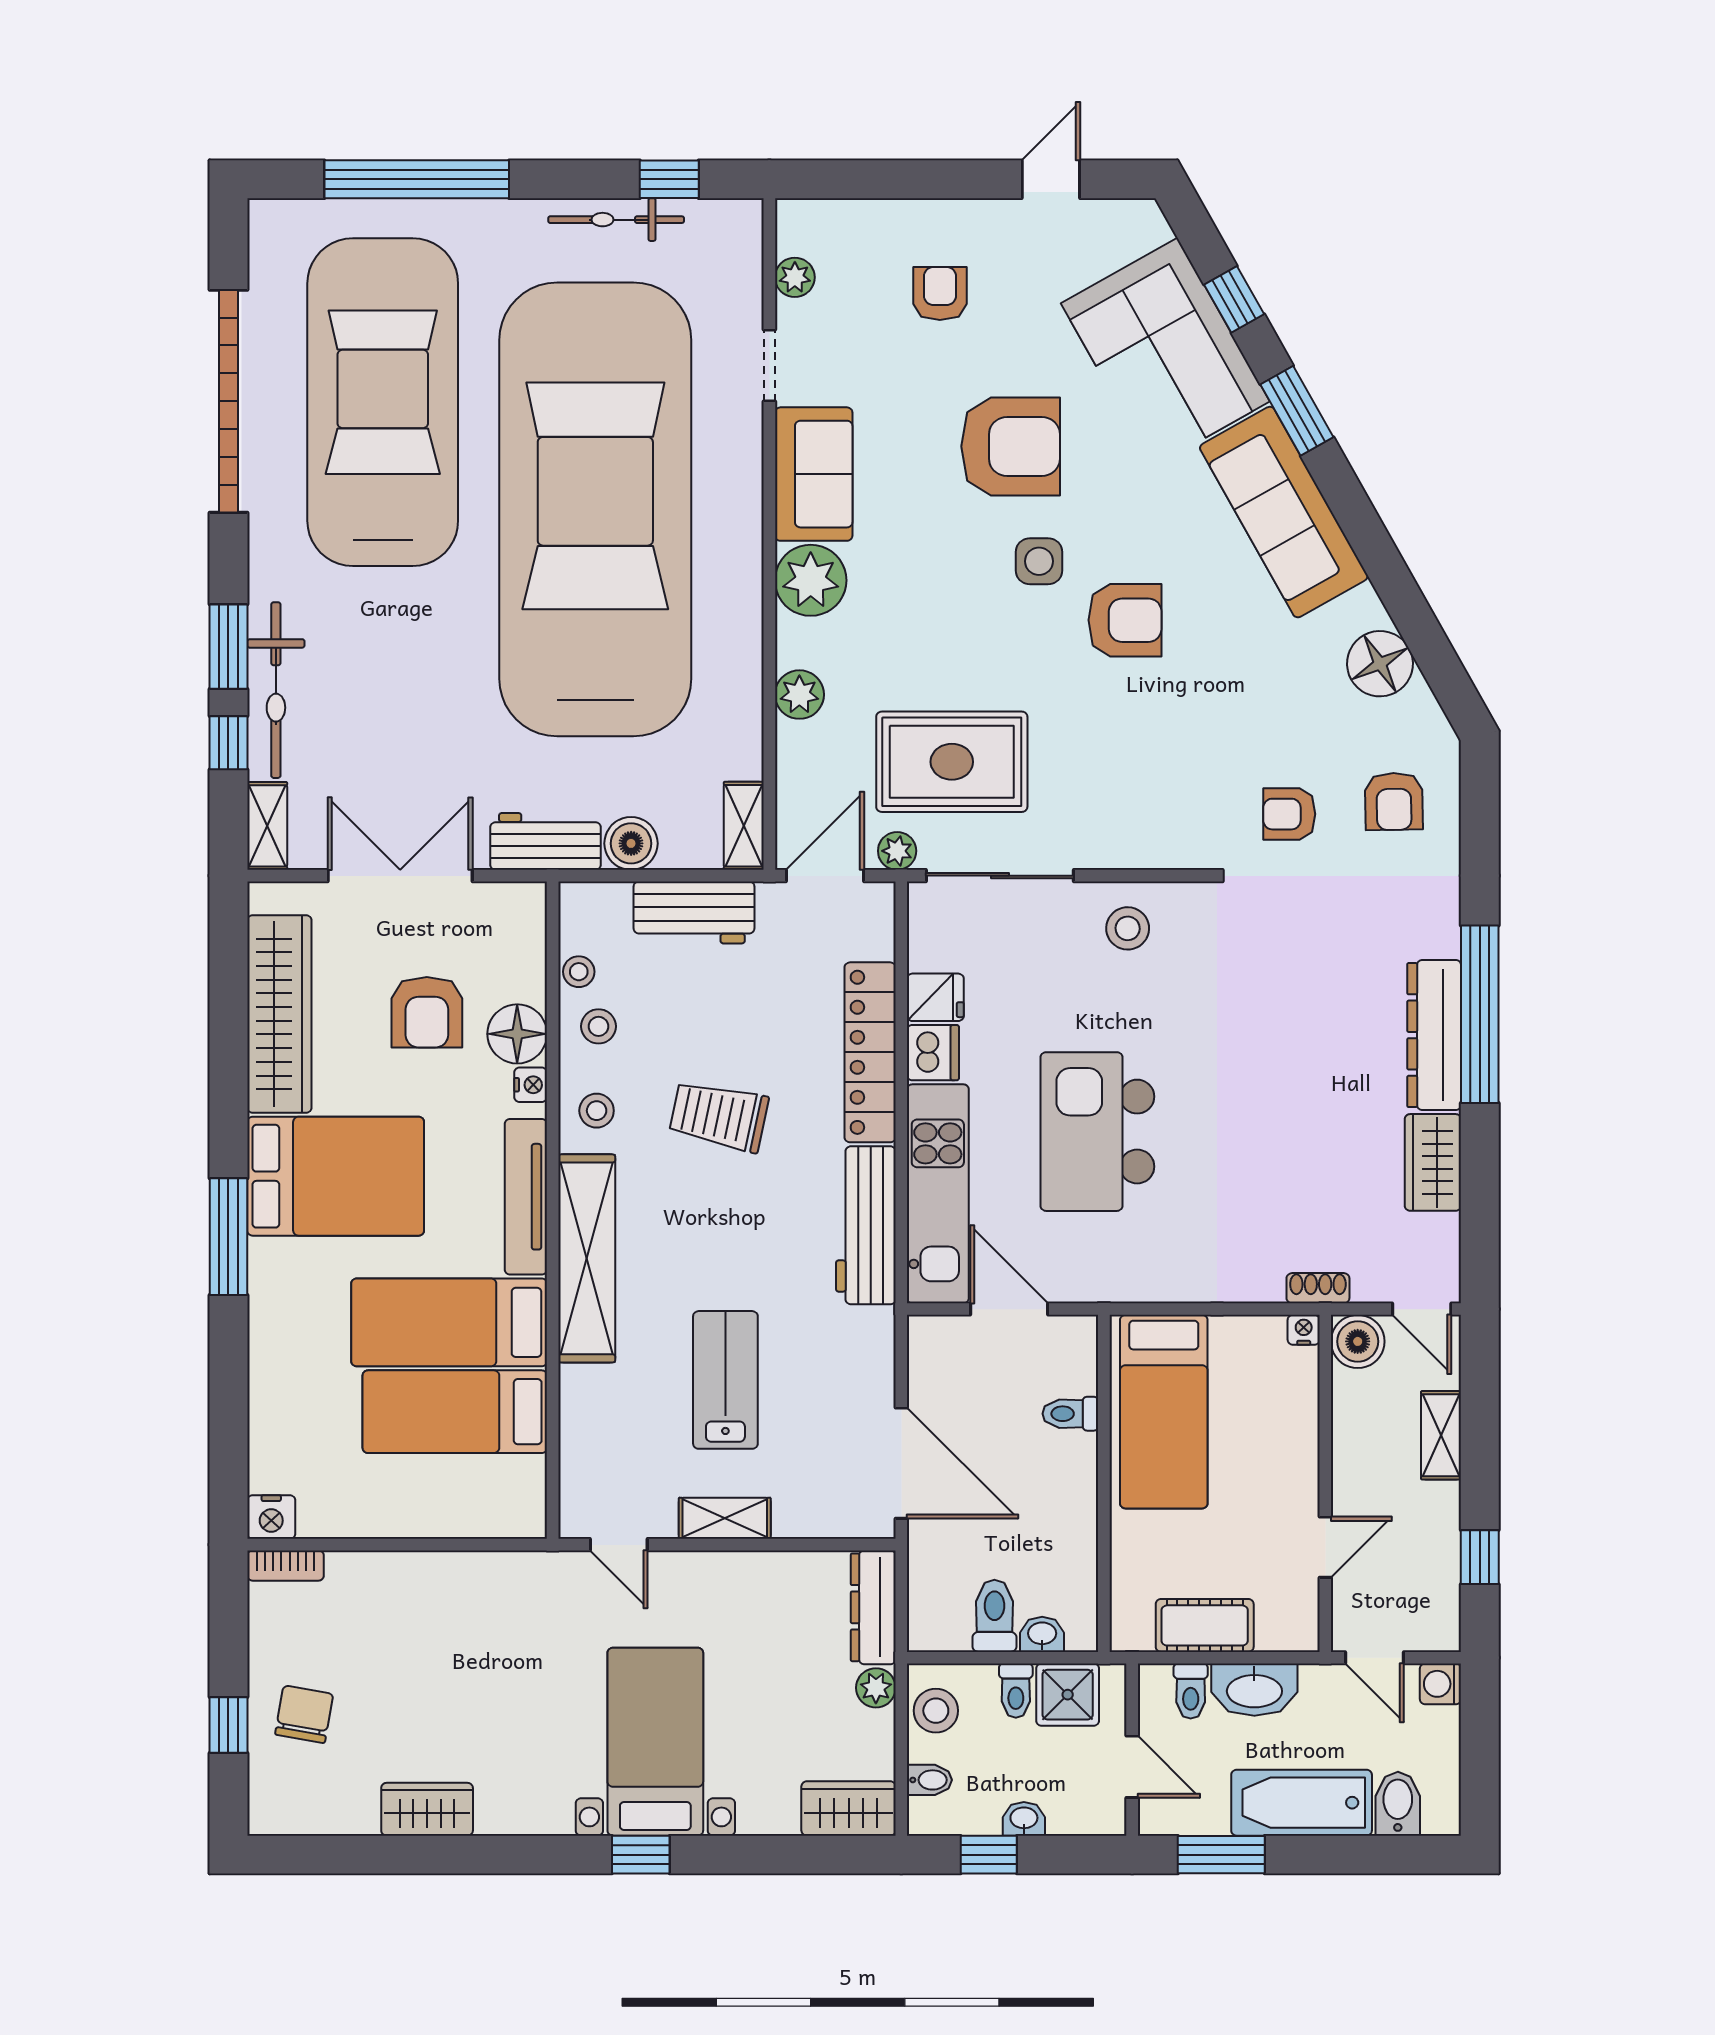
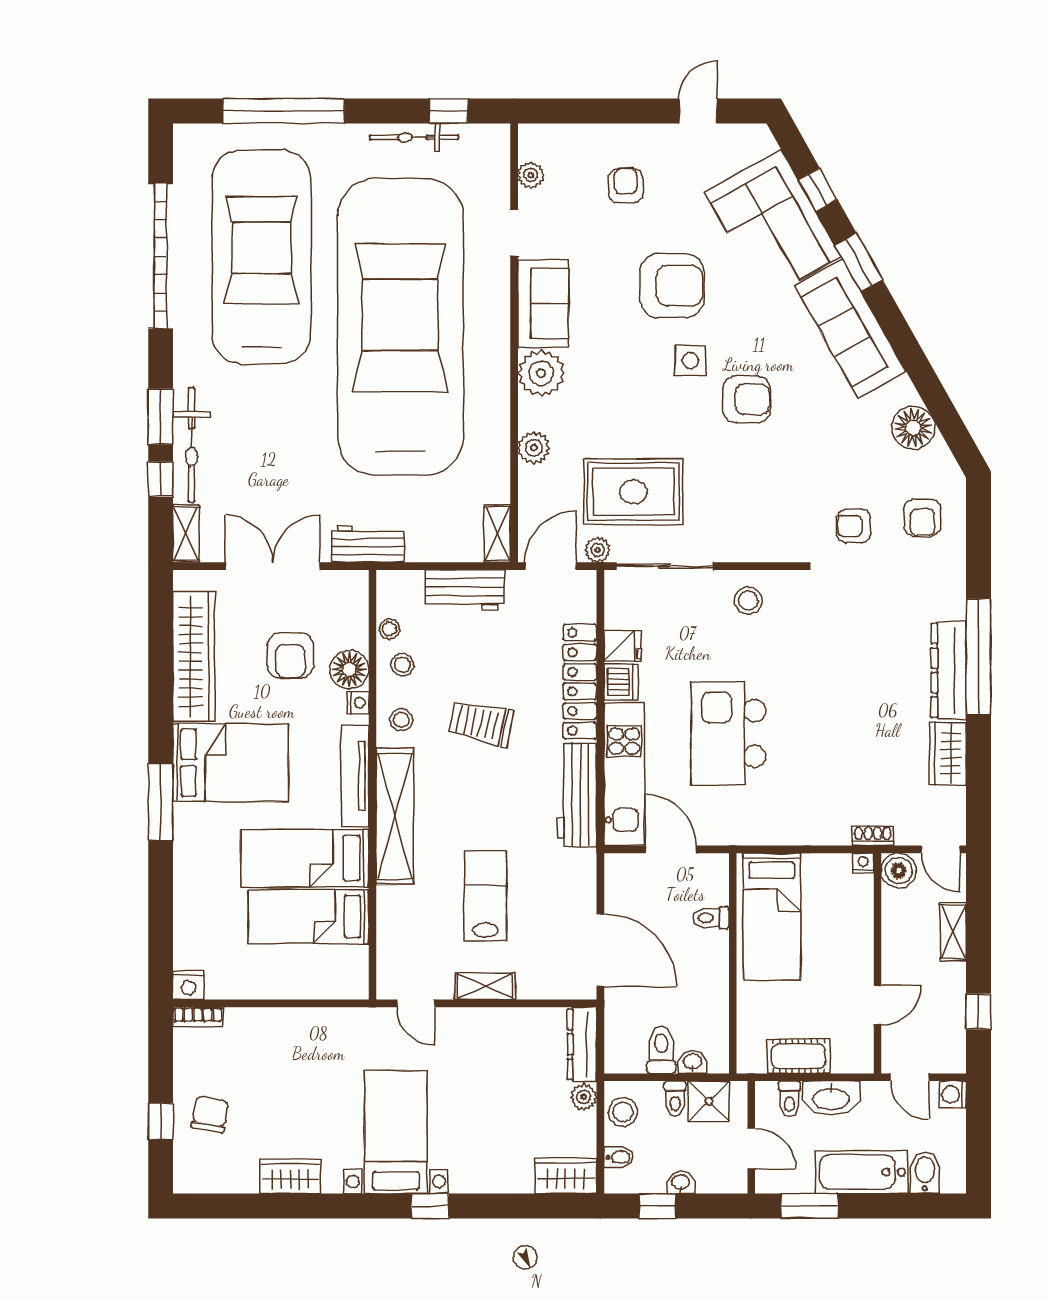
boiler: (631, 843) -> (424, 545), removed
bed with nightstands: (655, 1742) -> (396, 1132), moved

